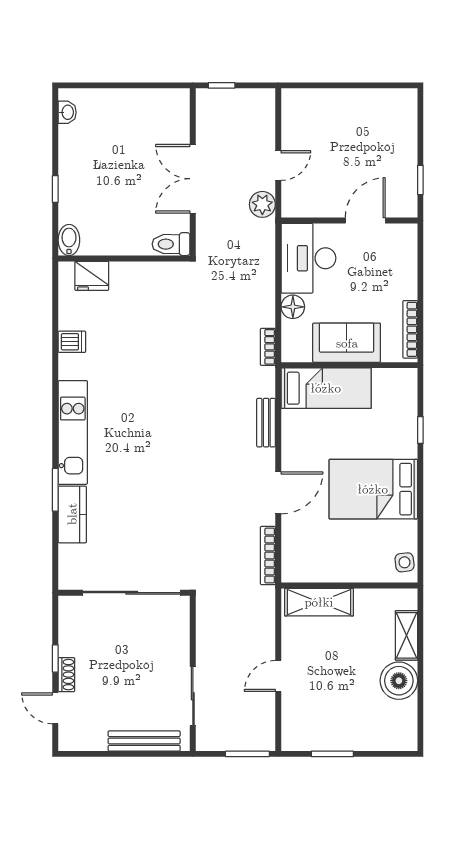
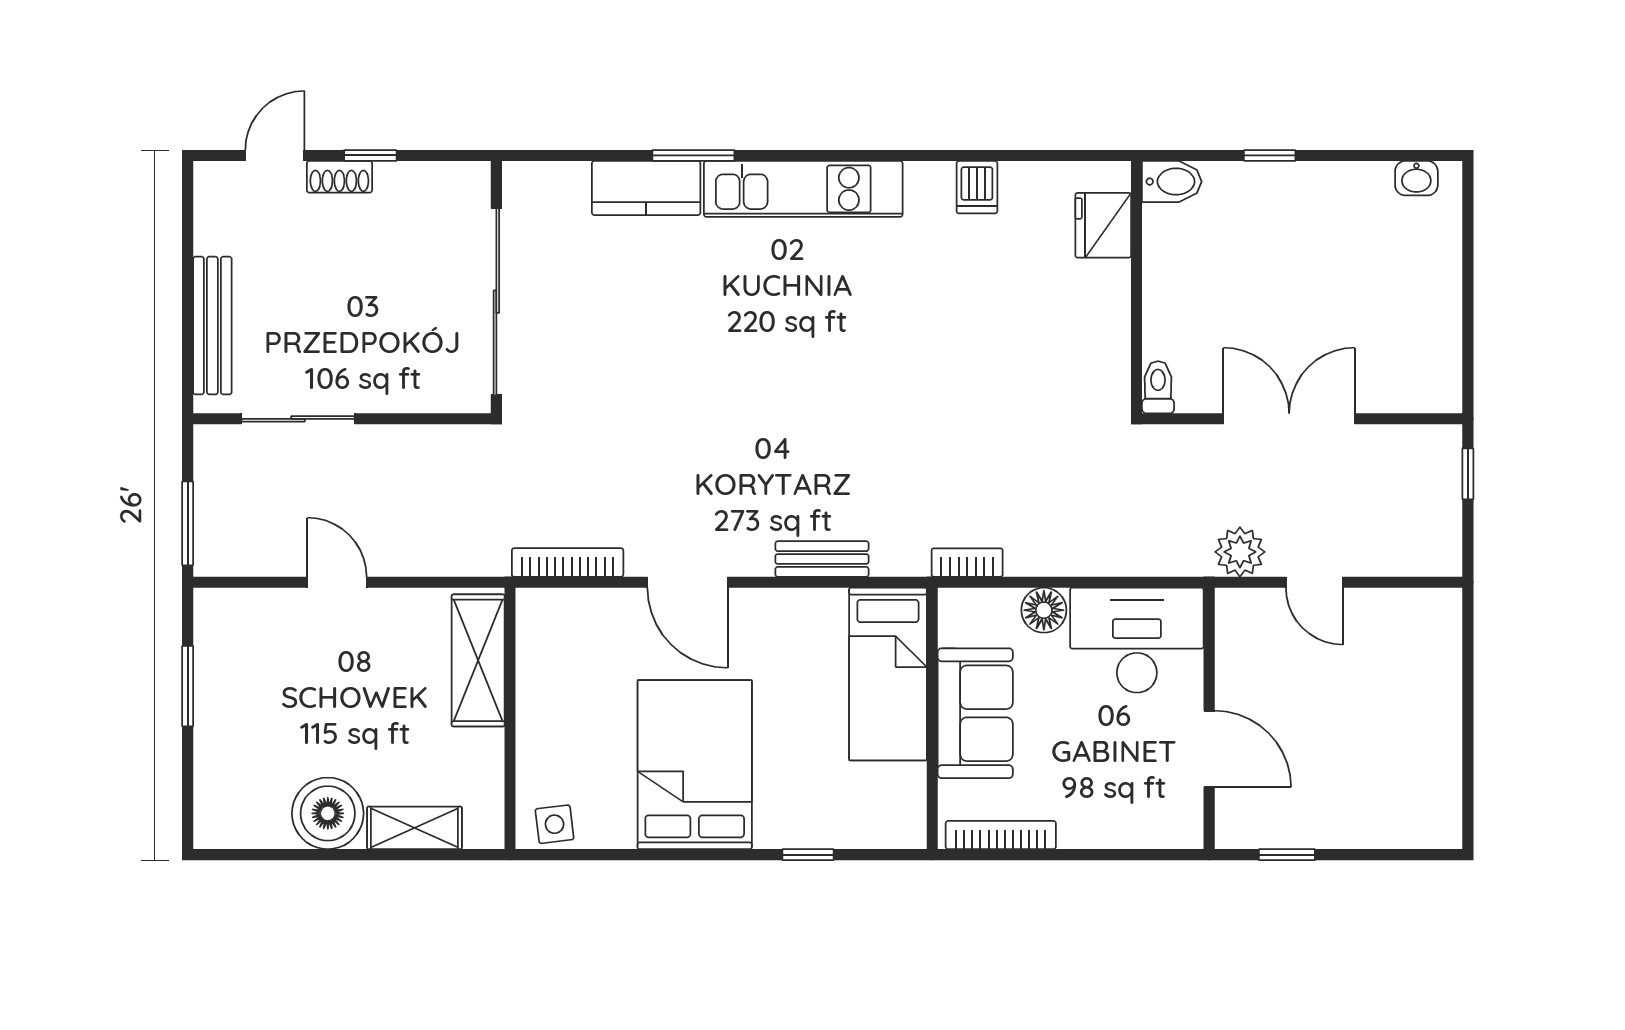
toilet: (171, 244) -> (1158, 387), width x0.73, depth x0.72

